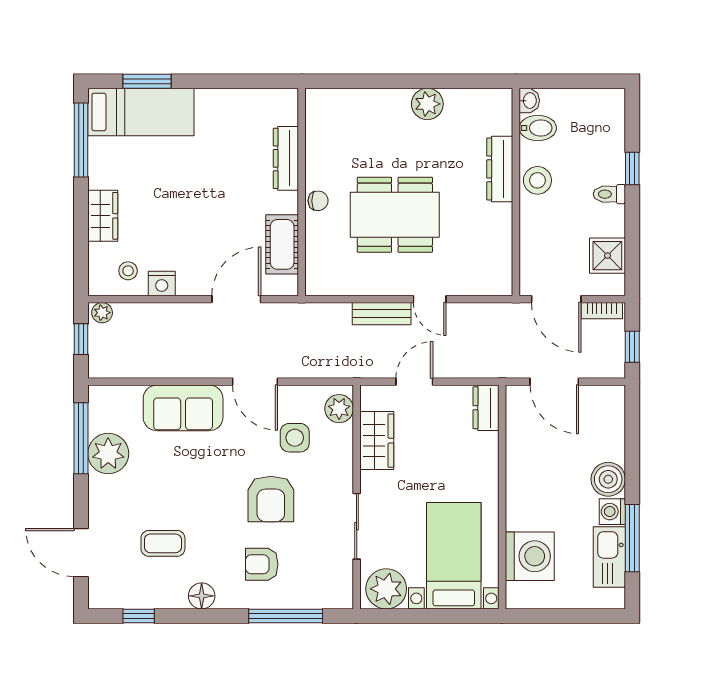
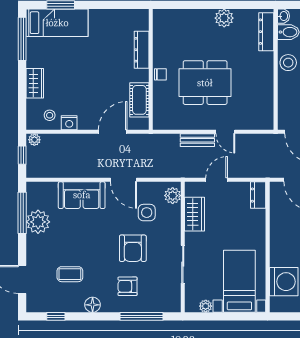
dresser: (500, 169) -> (266, 32), moved
plant: (386, 589) -> (206, 306), width x0.53, depth x0.53

